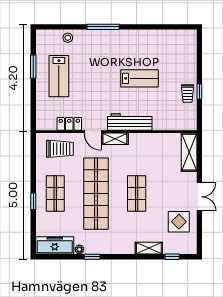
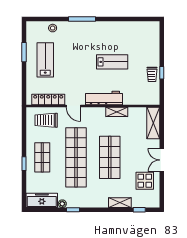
lab bench: (59, 76) -> (45, 60), turned 180
locker: (69, 124) -> (48, 99), width x1.53
shelving: (115, 139) -> (117, 112), moved
trolley: (60, 149) -> (46, 120), turned 180
shop shelf: (137, 194) -> (110, 157), width x1.43, depth x1.36
double door: (199, 197) -> (162, 160), swing flipped

